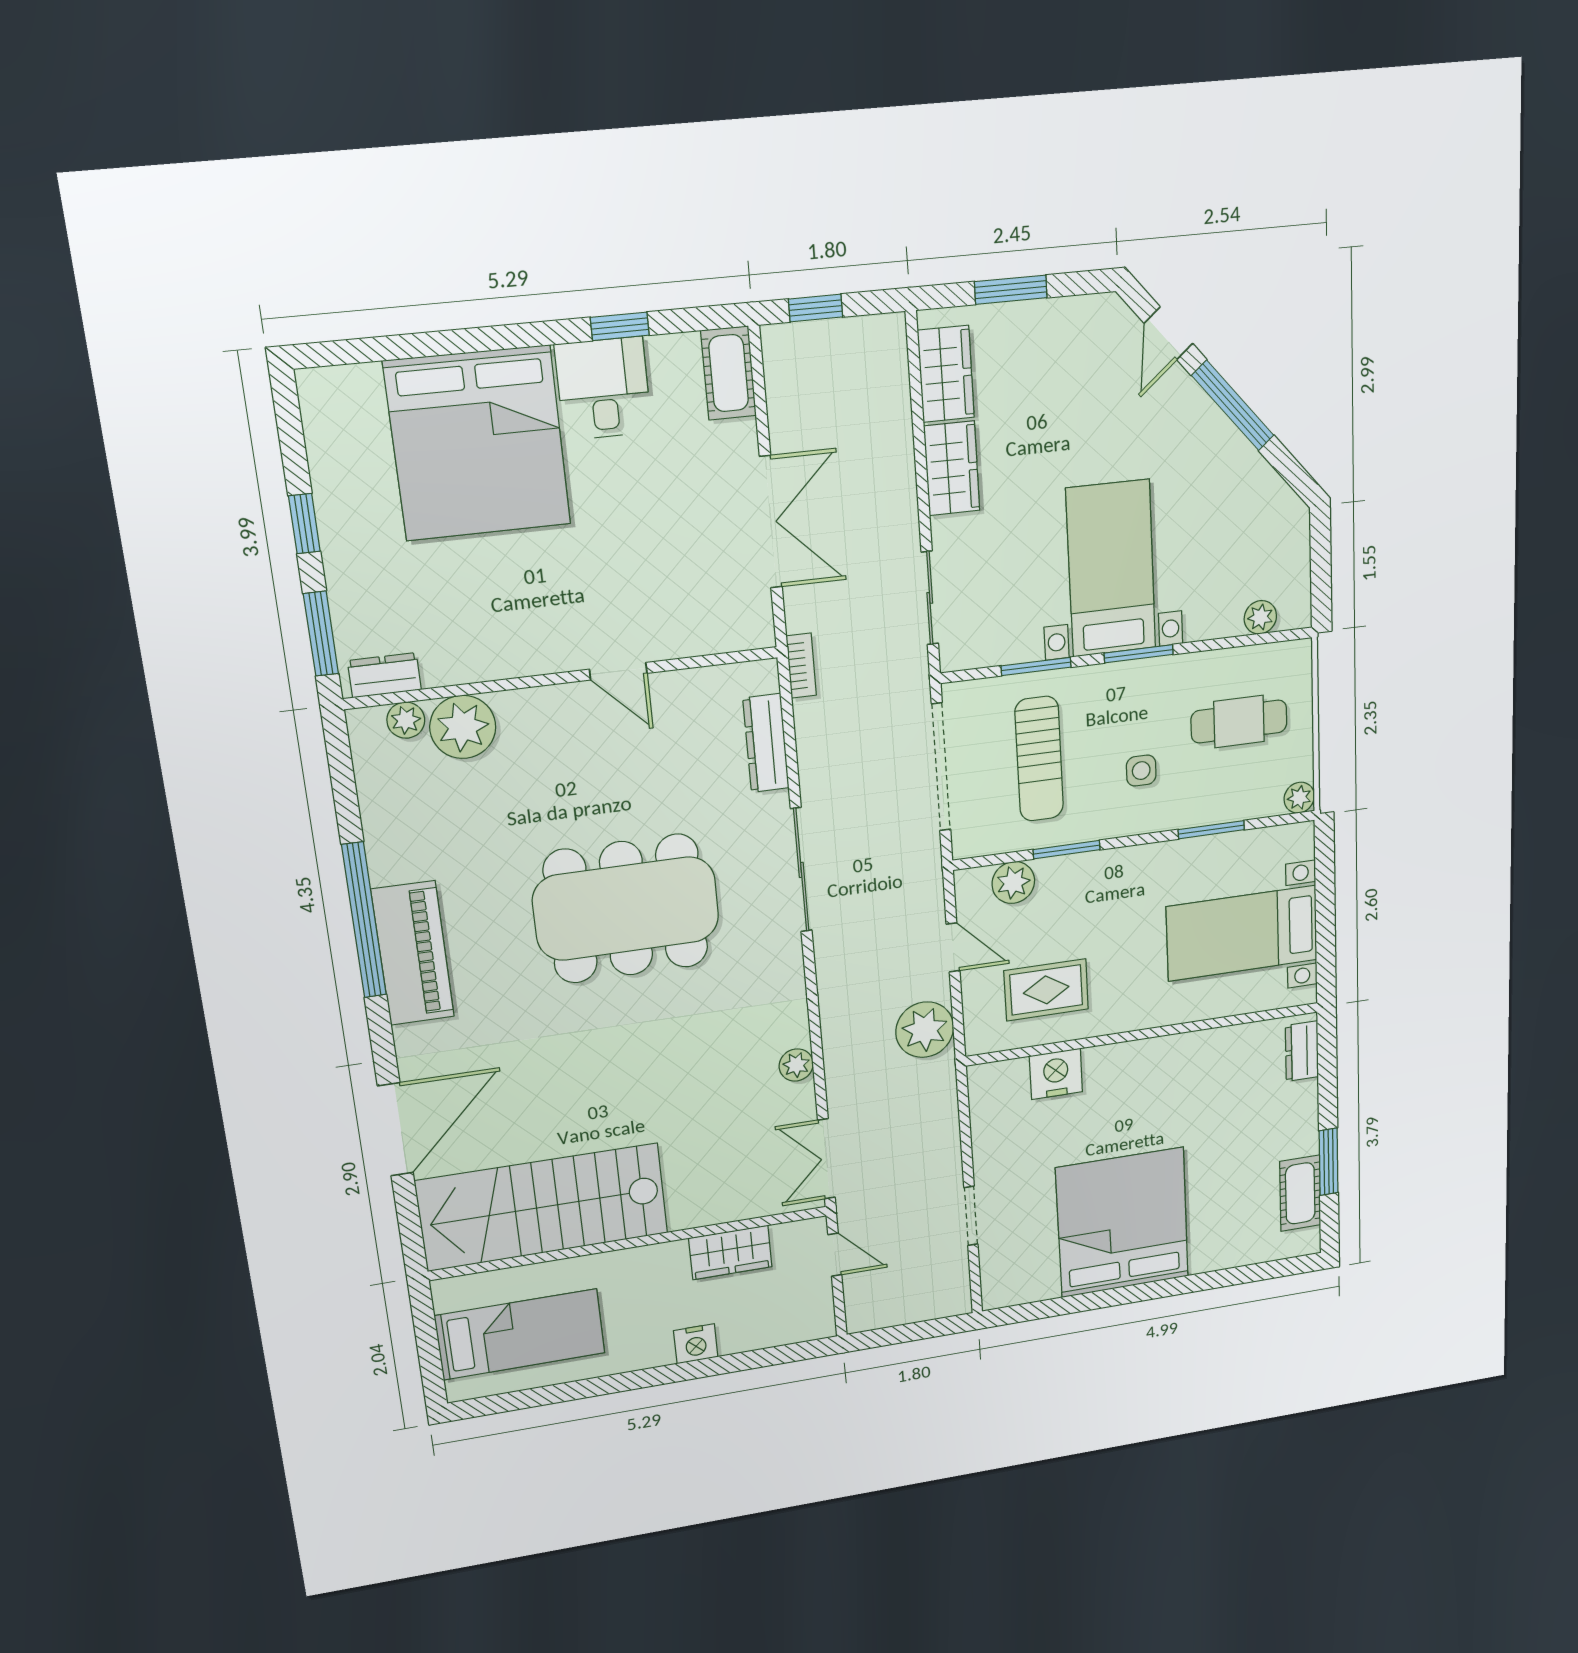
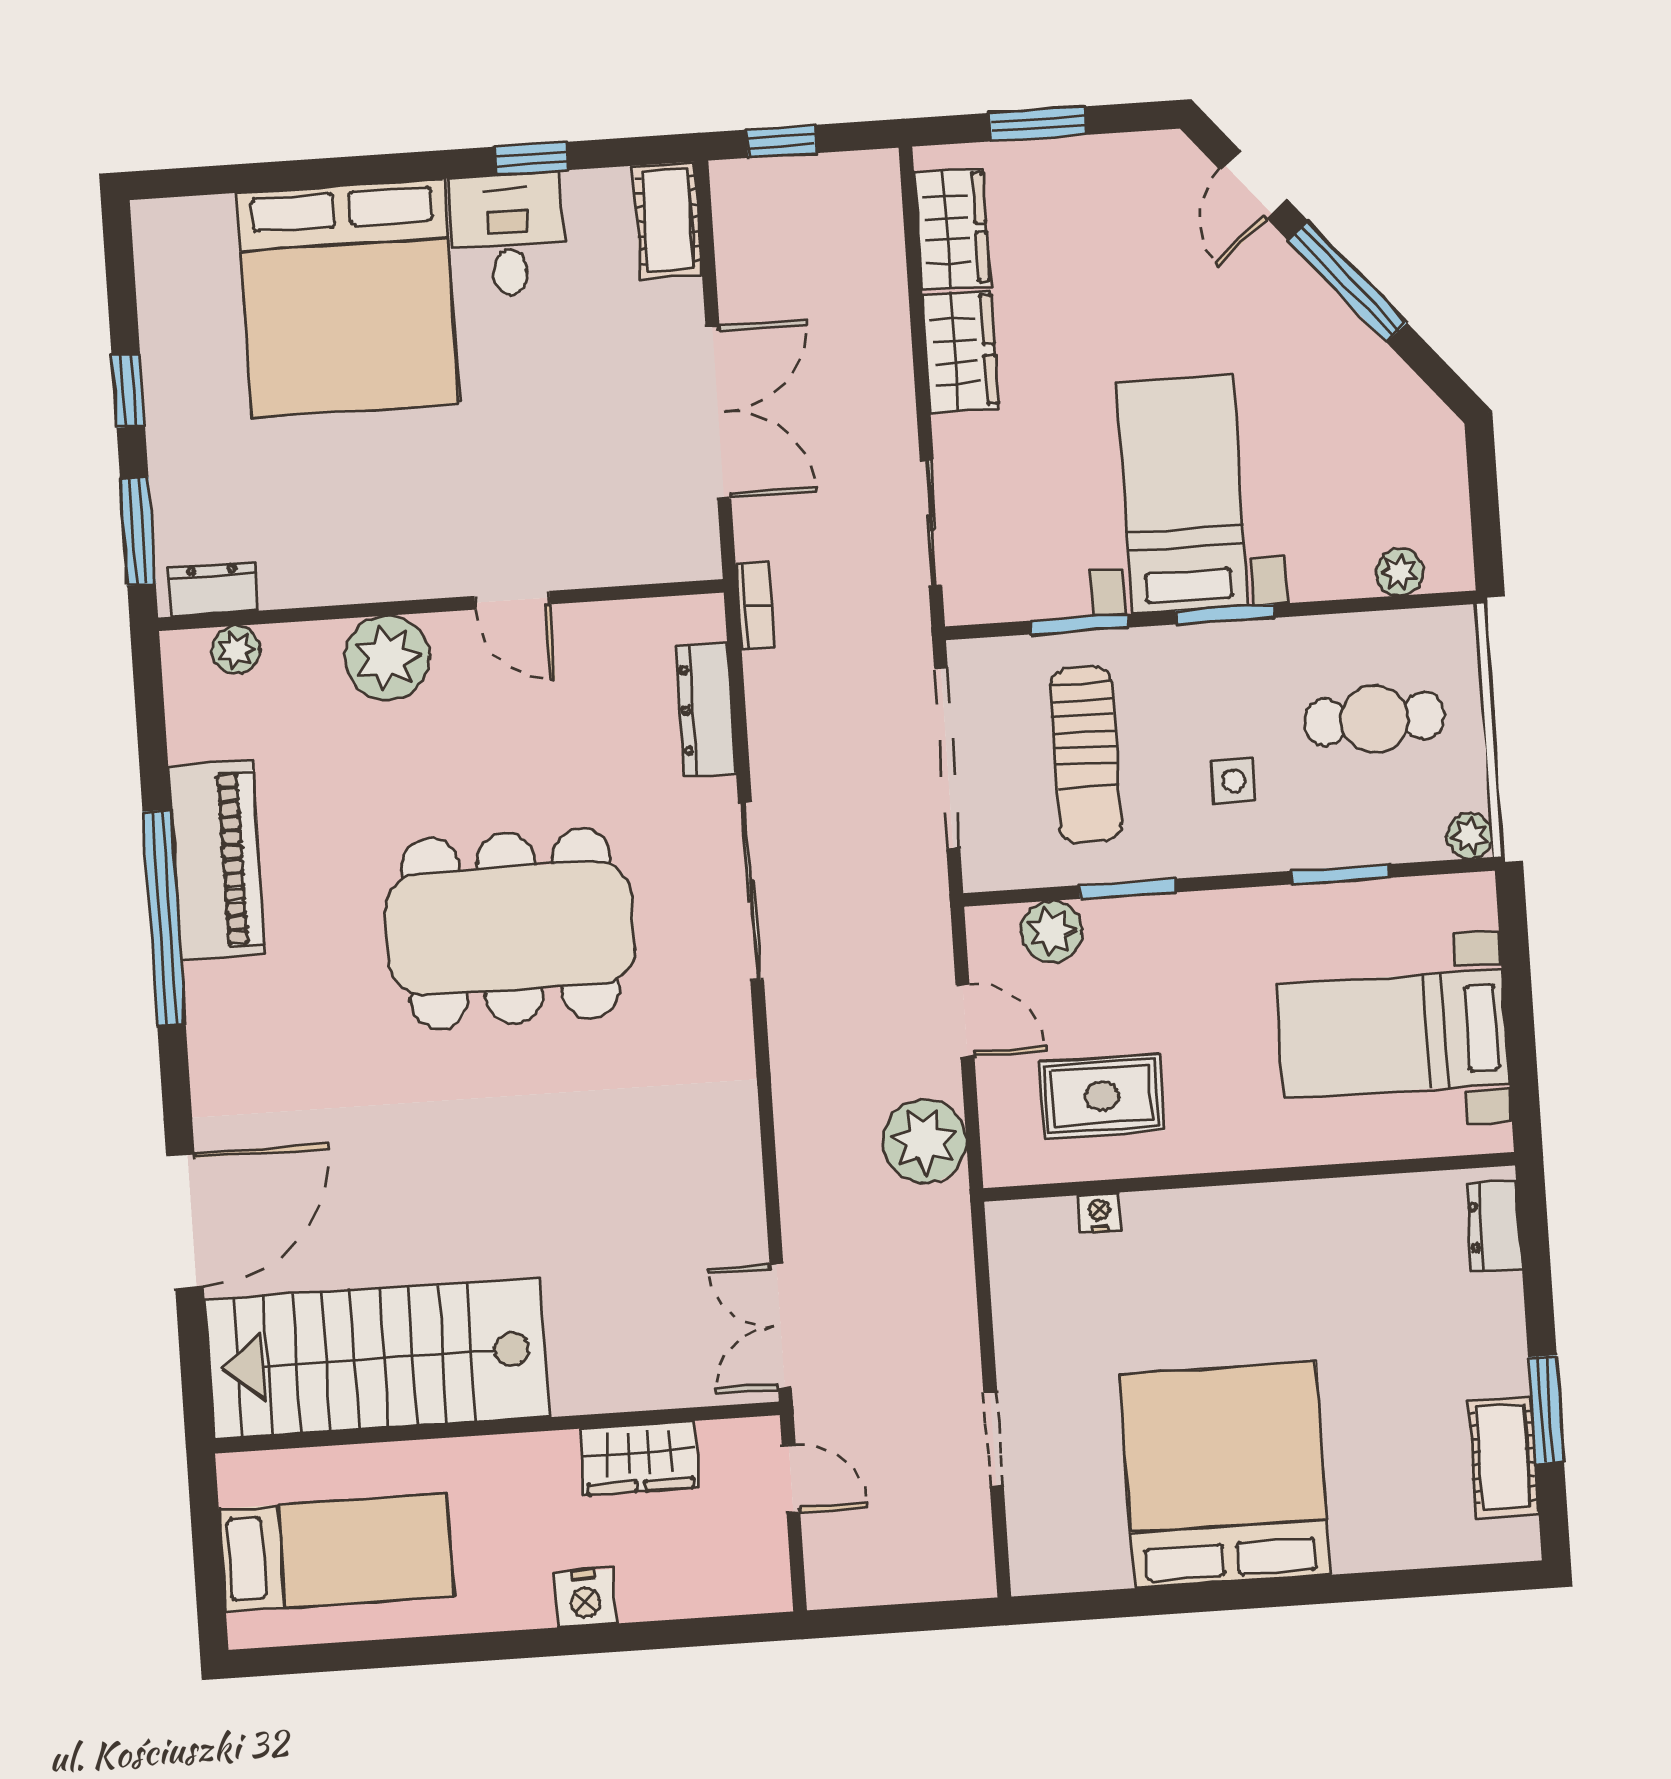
plant: (463, 727) -> (387, 658), moved
piano: (413, 953) -> (217, 860), moved
plant: (796, 1065) -> (739, 1178), removed
nightstand: (1056, 1074) -> (1099, 1213), width x0.53, depth x0.56

